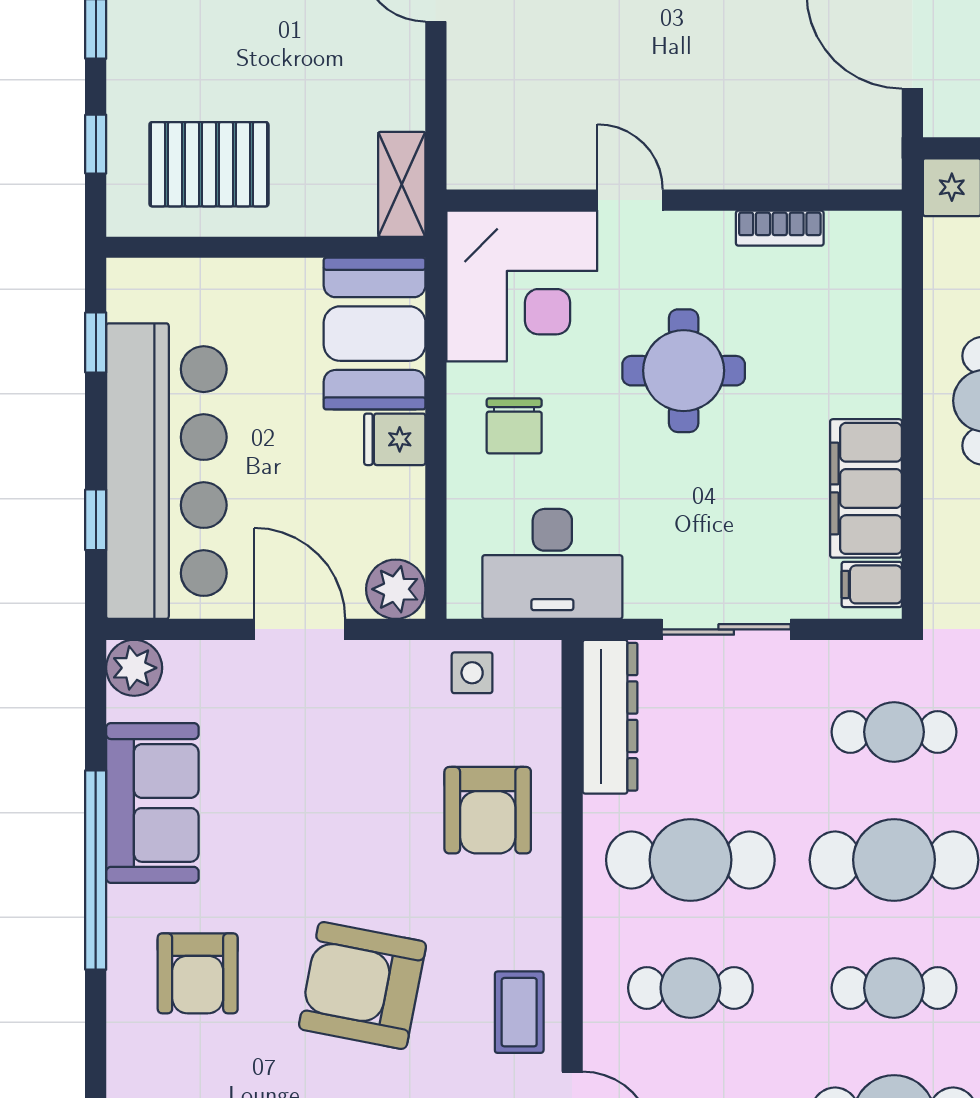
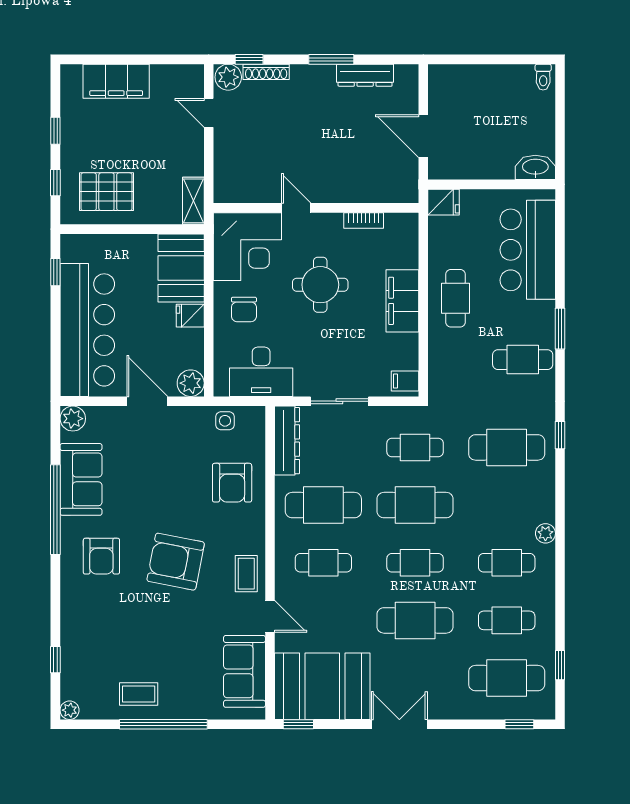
filing cabinet: (866, 488) -> (402, 301), moved
window: (96, 520) -> (55, 352), removed

